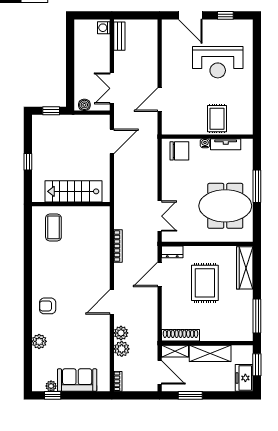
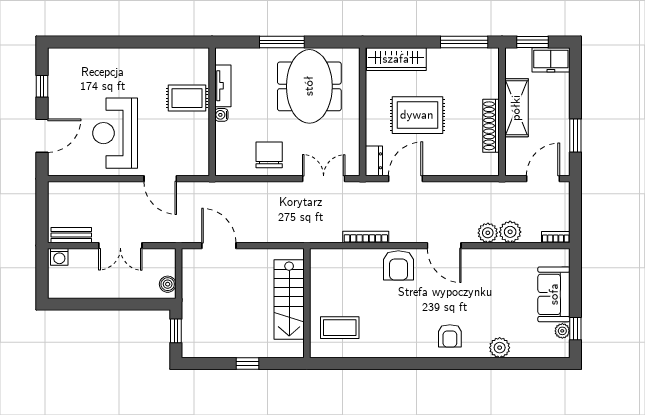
reception desk: (218, 62) -> (115, 133), moved, turned 180
double door: (112, 88) -> (120, 246), moved
chair: (179, 151) -> (269, 155), moved
armchair: (98, 269) -> (398, 265), added
door: (160, 274) -> (405, 179), swing flipped
shoe rack: (181, 335) -> (491, 126), moved
shelving: (175, 351) -> (513, 157), removed

